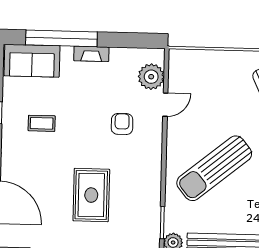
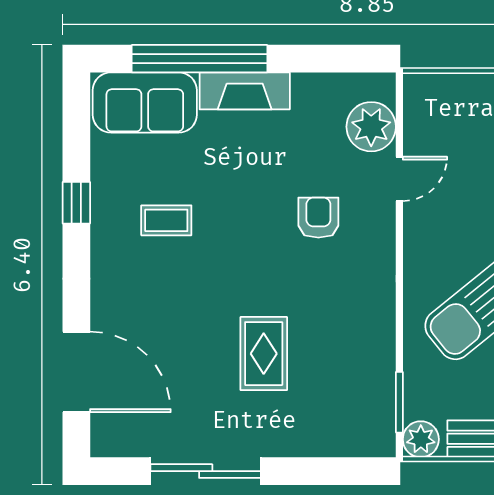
fireplace: (91, 54) -> (245, 91), width x1.37, depth x1.32
rug: (91, 195) -> (264, 354), width x0.73, depth x0.70

